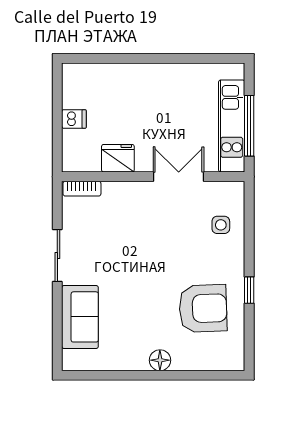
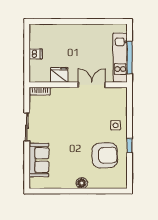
side table: (221, 225) -> (116, 125), moved

